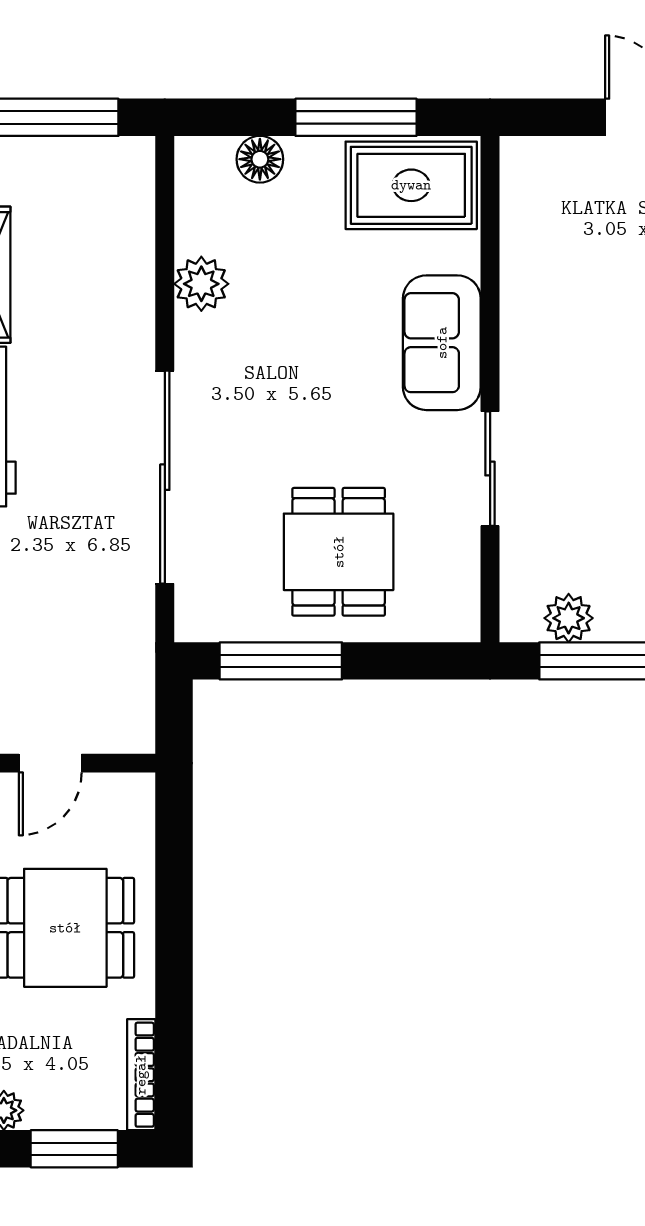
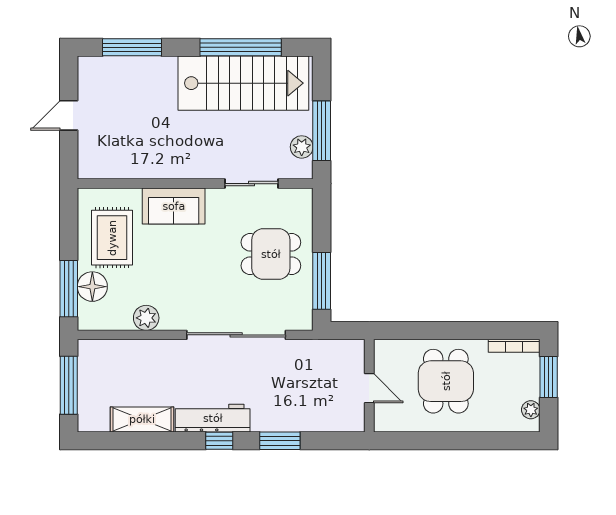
window: (356, 117) -> (69, 289), moved
floor lamp: (260, 159) -> (92, 287), width x1.38, depth x1.38
rug: (411, 185) -> (112, 238), moved
sliding door: (490, 469) -> (252, 184), moved

